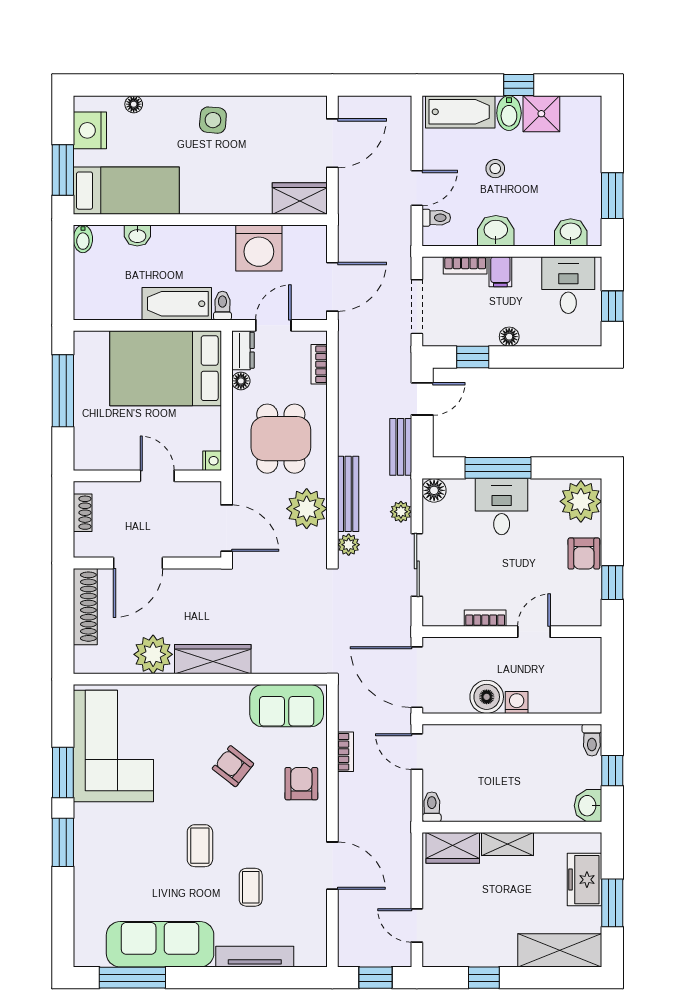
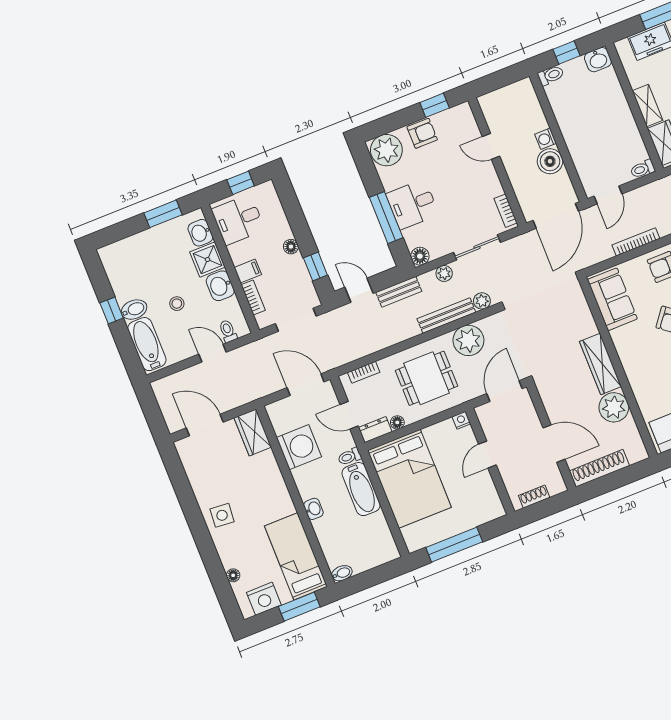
shower: (541, 114) -> (208, 260), moved
washbasin: (137, 235) -> (313, 509), moved
bookcase: (485, 618) -> (506, 211), moved
bookcase: (346, 752) -> (636, 242), width x1.56

